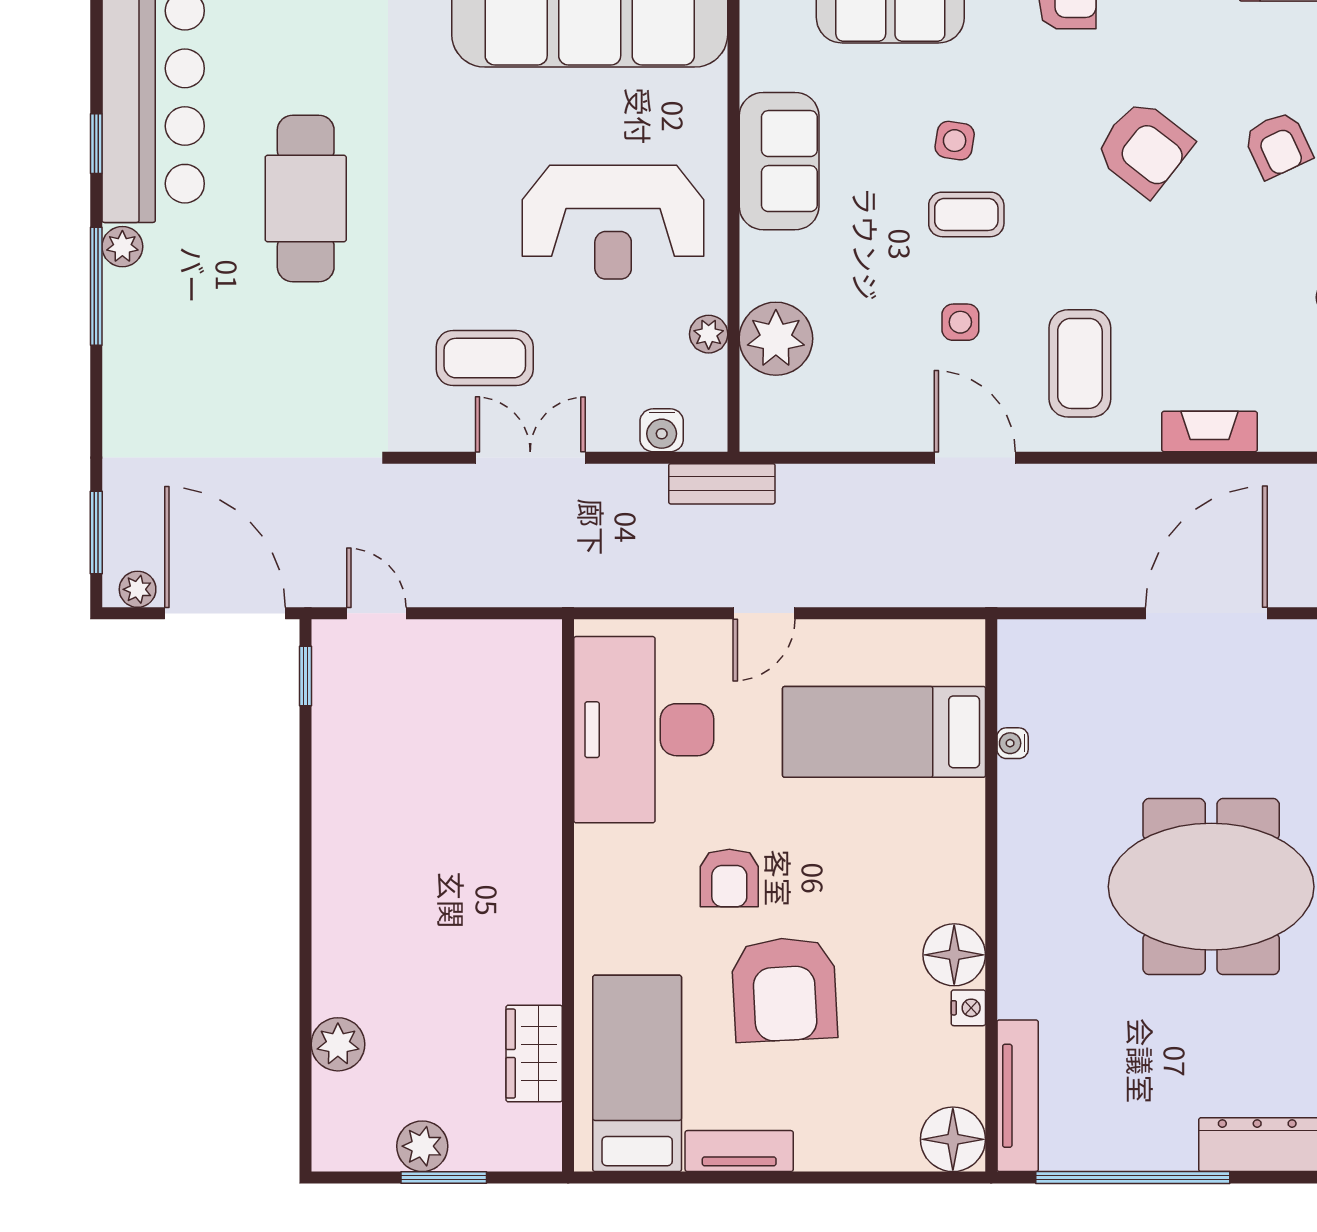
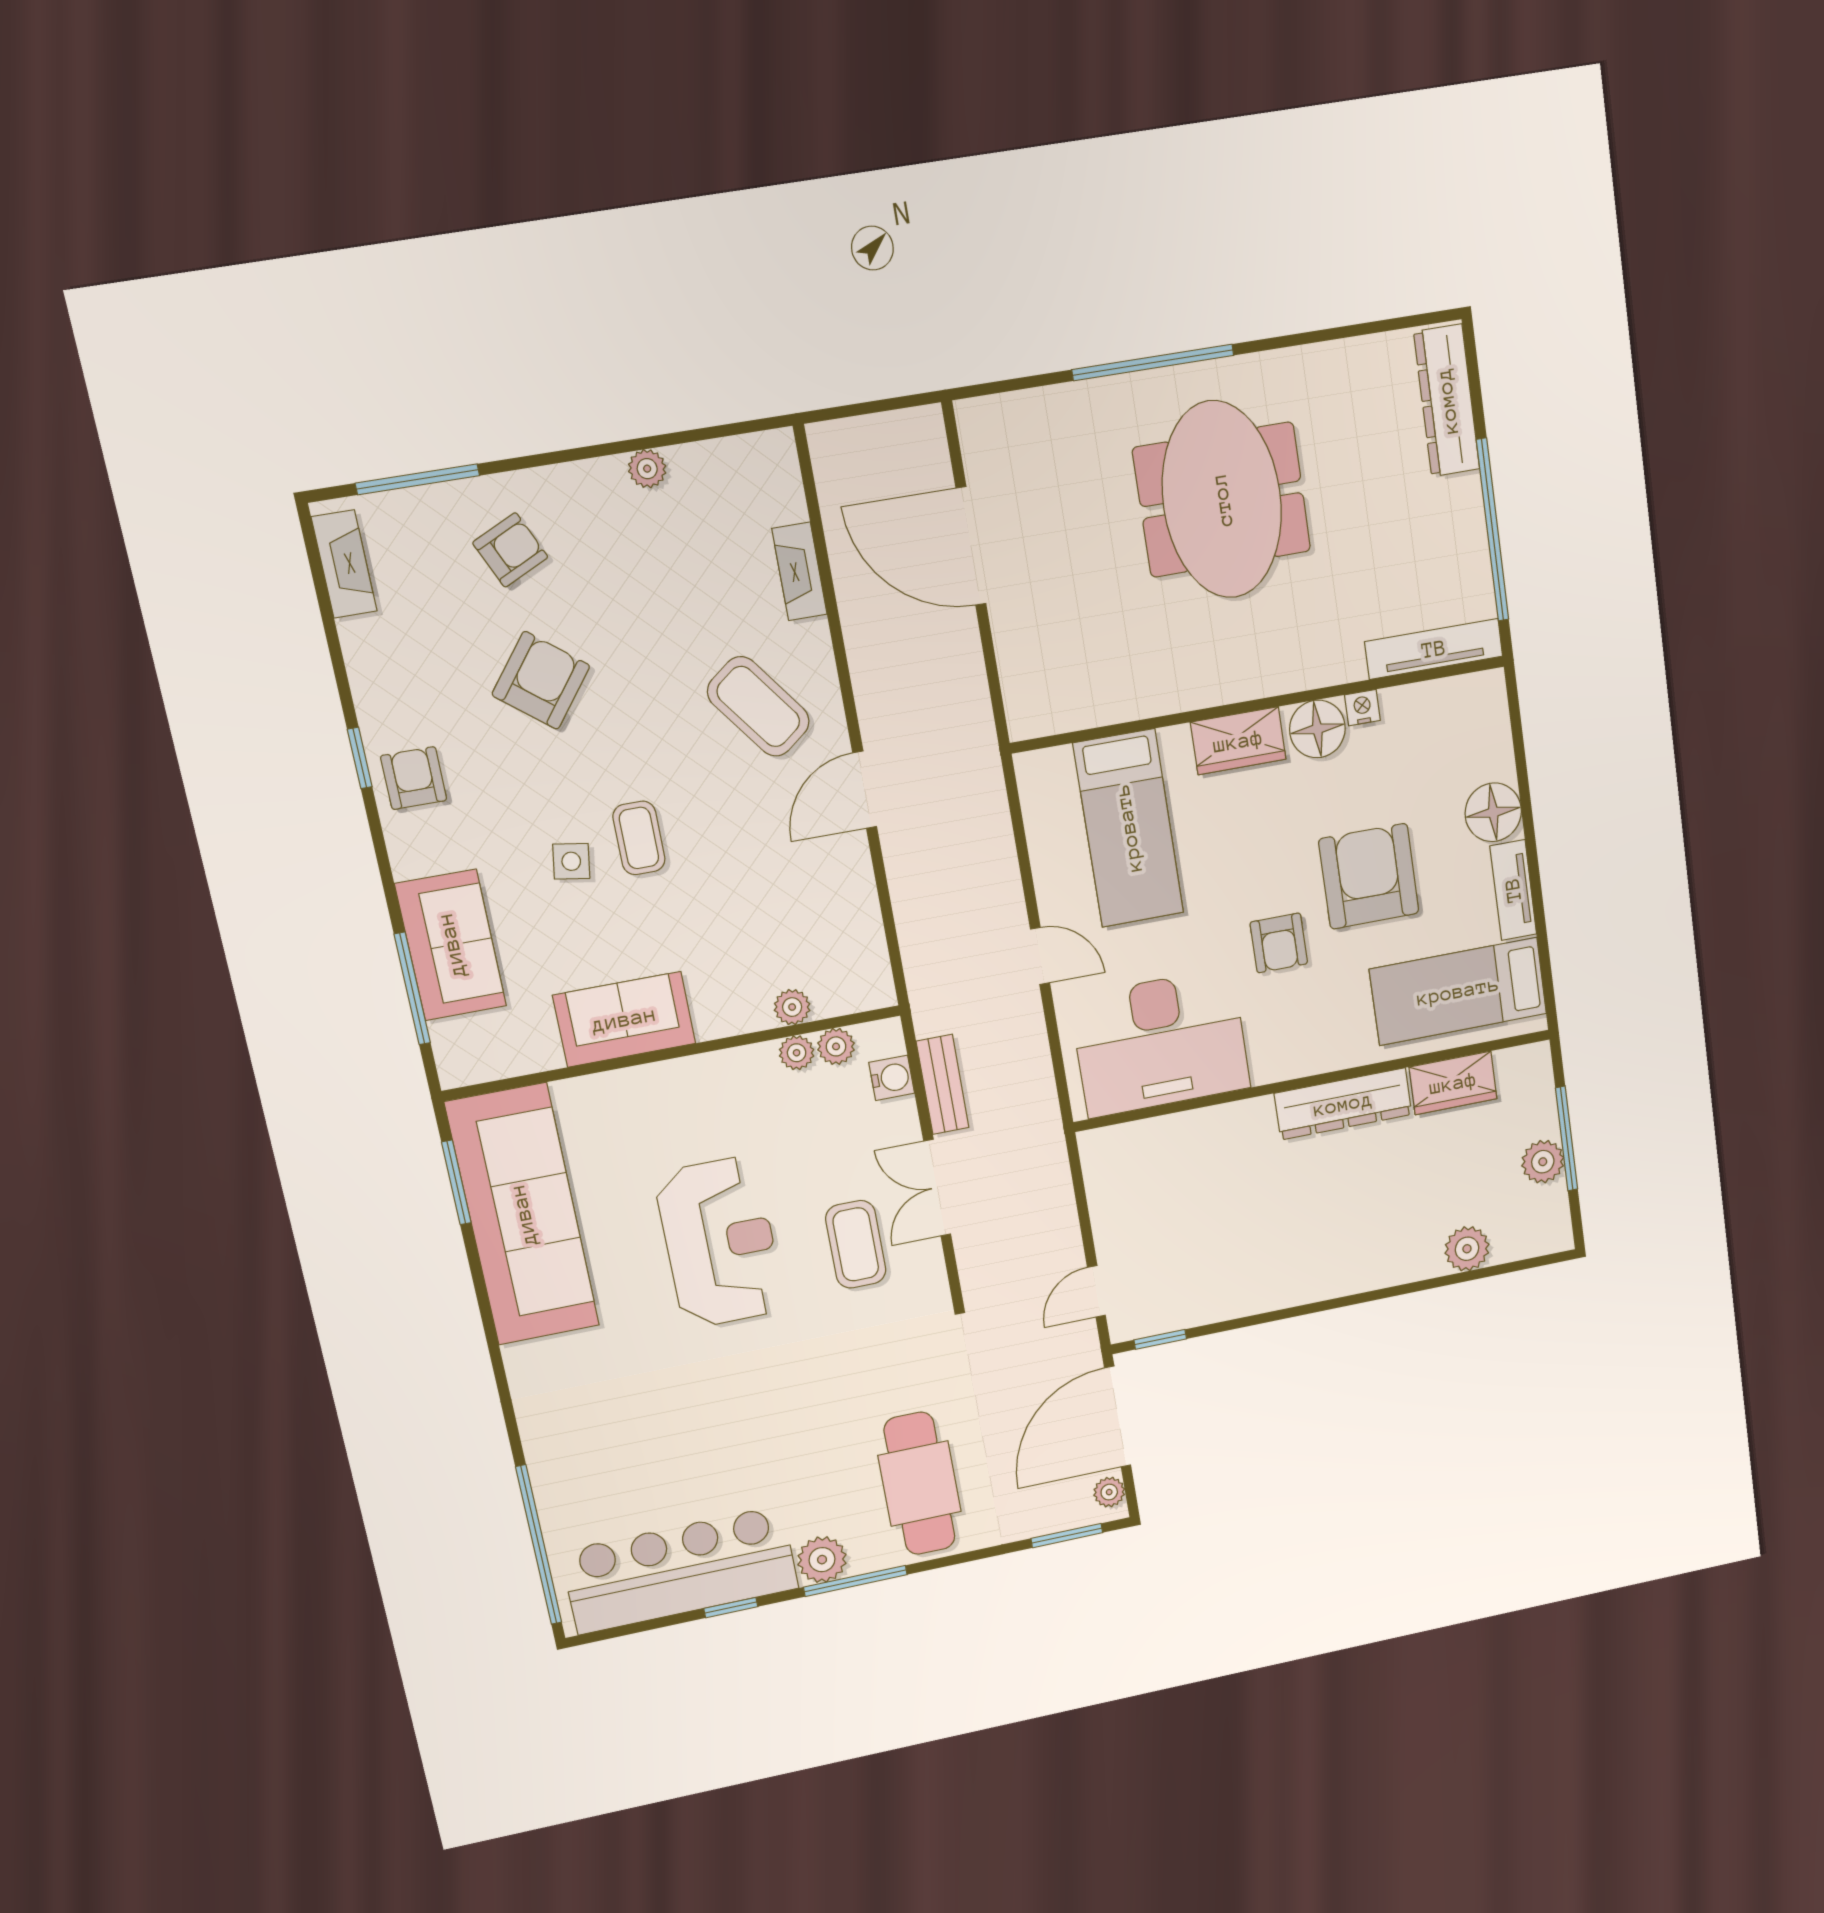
cafe table: (306, 199) -> (920, 1484), moved, turned 90
reception desk: (613, 222) -> (720, 1242), moved
plant: (122, 247) -> (822, 1560), width x1.38, depth x1.38
side table: (960, 322) -> (741, 826), removed
plant: (776, 339) -> (792, 1007), width x0.53, depth x0.53
coffee table: (1080, 363) -> (758, 706), turned 53
plant: (707, 377) -> (836, 1046), added
bench: (722, 484) -> (943, 1084), moved
water cooler: (1013, 743) -> (1120, 709), removed
wardrobe: (957, 866) -> (1238, 741), added
armchair: (729, 878) -> (1279, 943), turned 90
dresser: (535, 924) -> (1343, 1104), added
armchair: (784, 989) -> (1369, 876), turned -87
floor lamp: (953, 1139) -> (1493, 812), moved
window: (444, 1178) -> (1567, 1139), width x1.44

